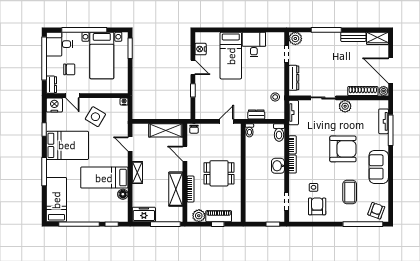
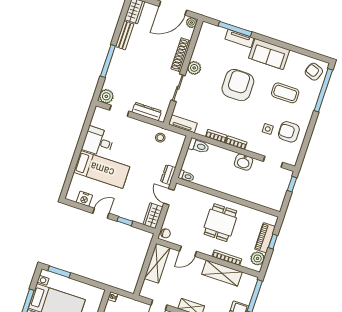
shoe rack: (363, 91) -> (181, 55), moved
wardrobe: (206, 113) -> (153, 216), added
dresser: (256, 114) -> (168, 175), moved
tv unit: (384, 121) -> (239, 38), moved
washbasin: (278, 166) -> (244, 162), moved

